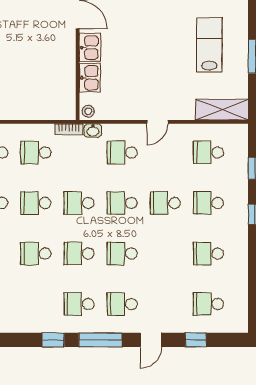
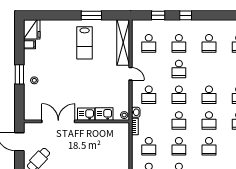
lab bench: (209, 45) -> (85, 43), turned -90
shelving: (222, 110) -> (123, 43), width x1.47

